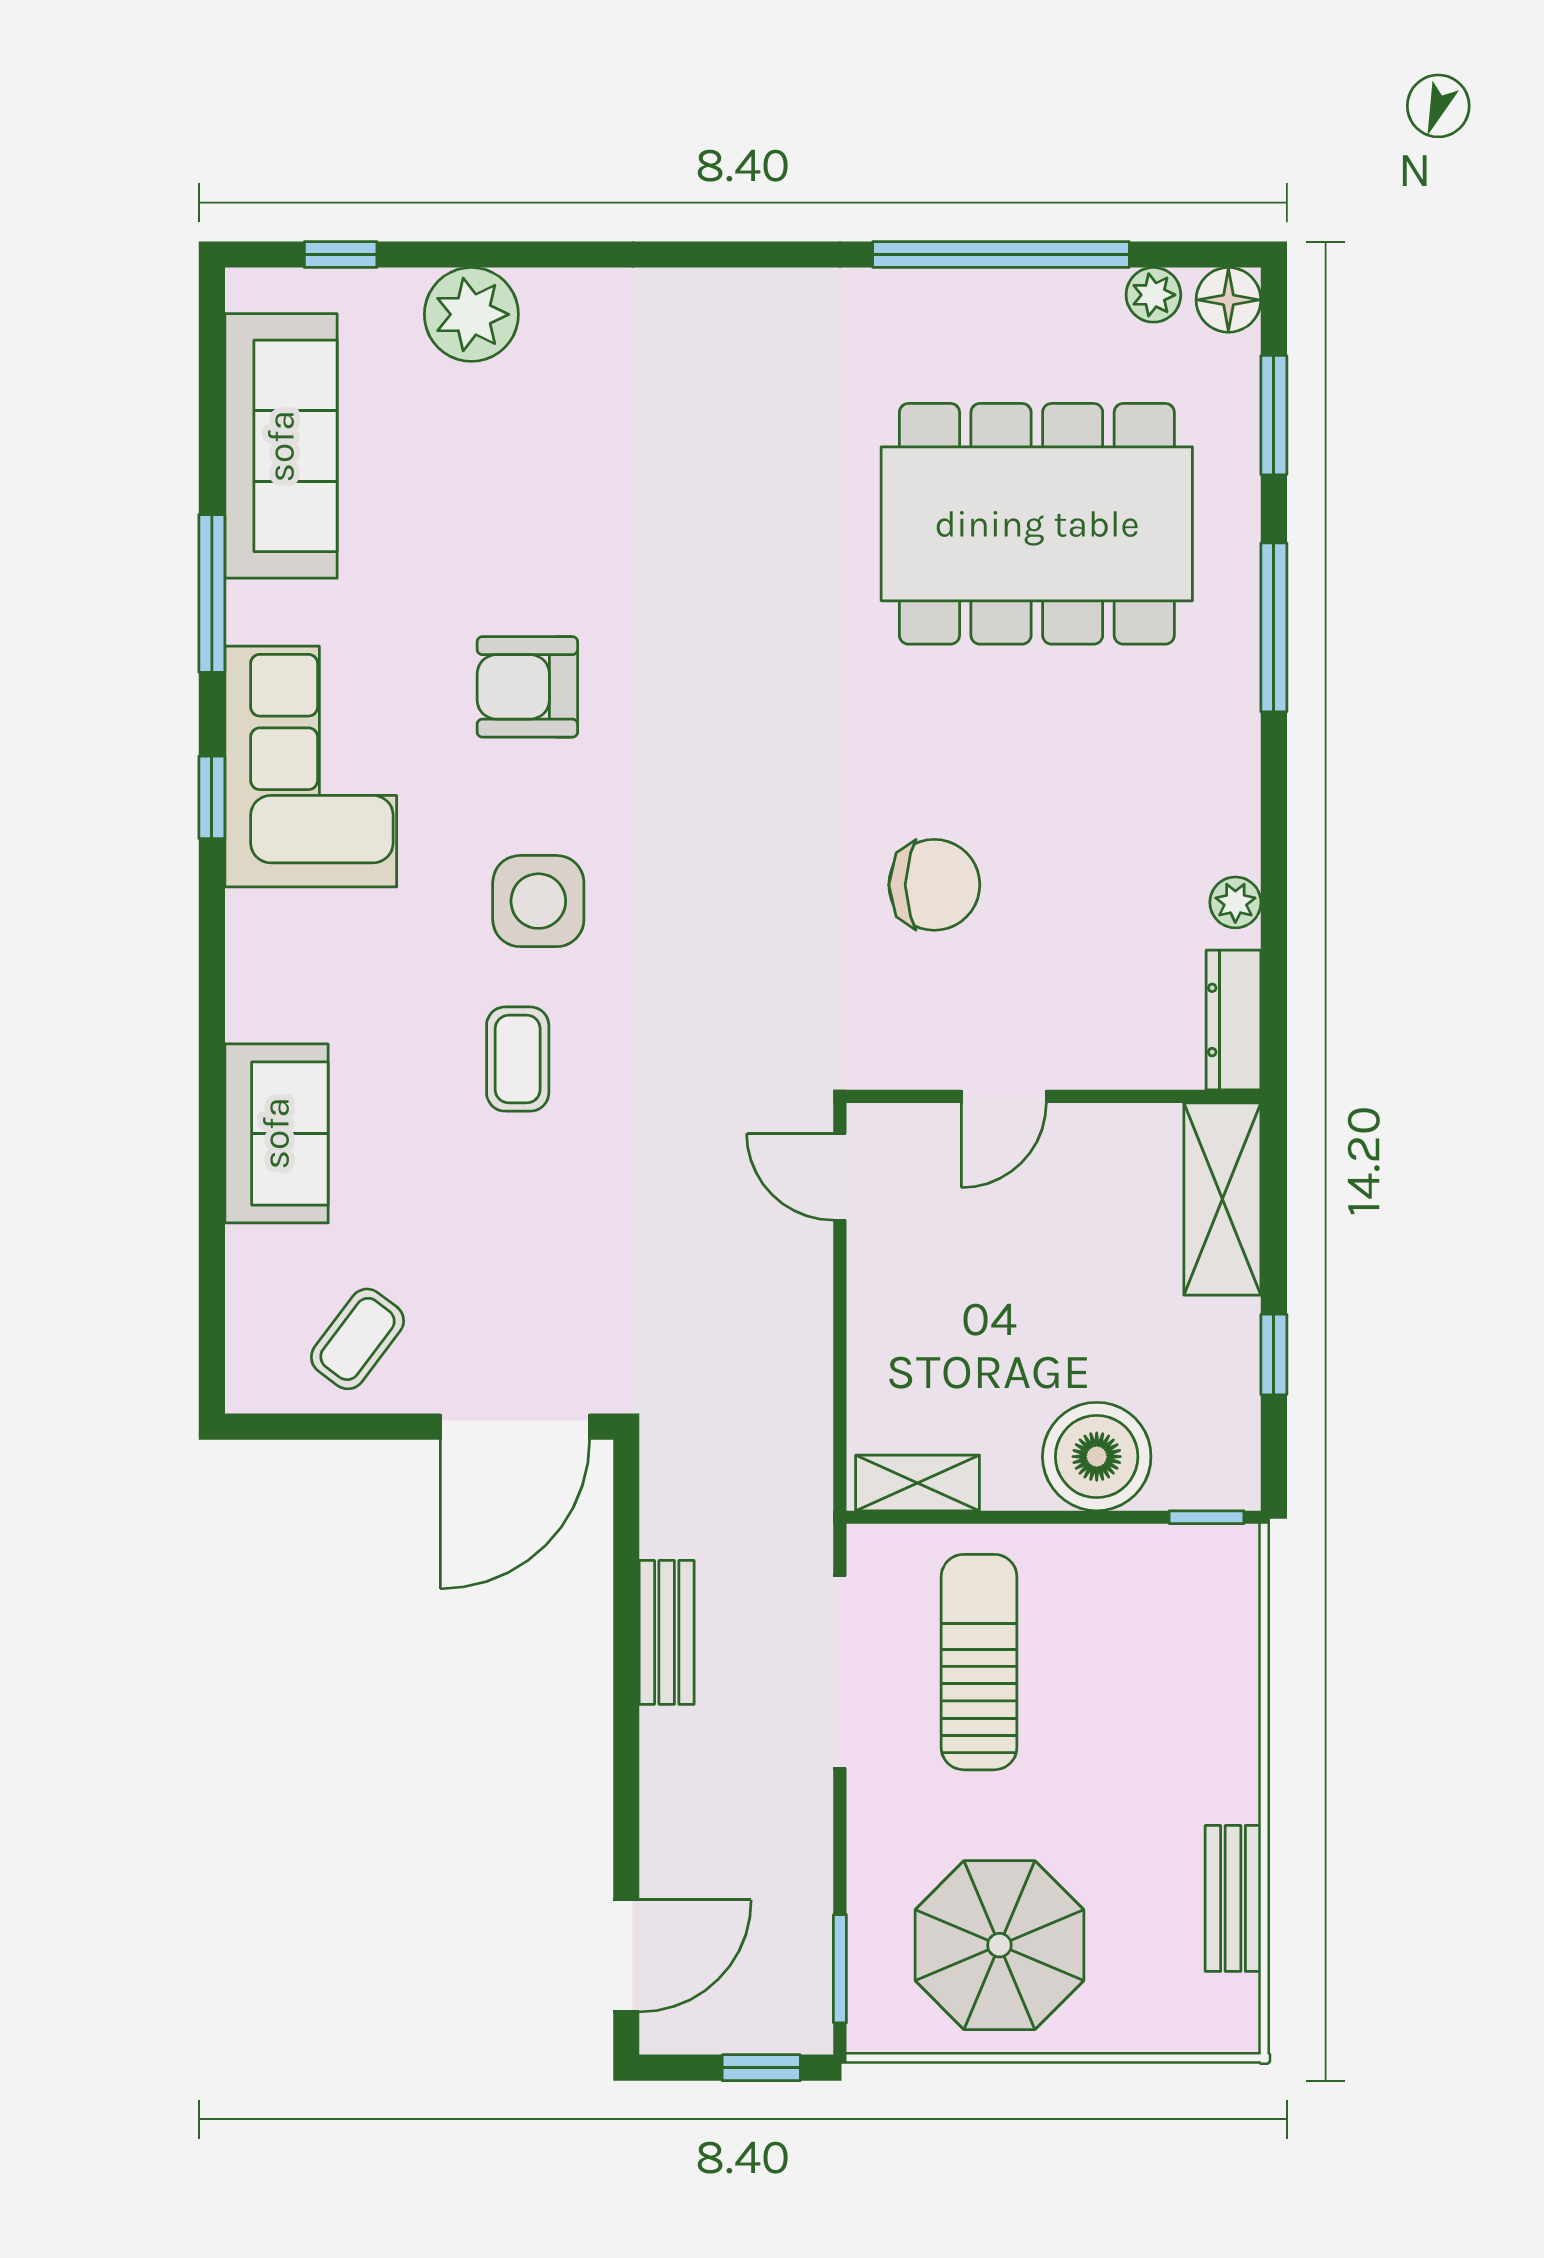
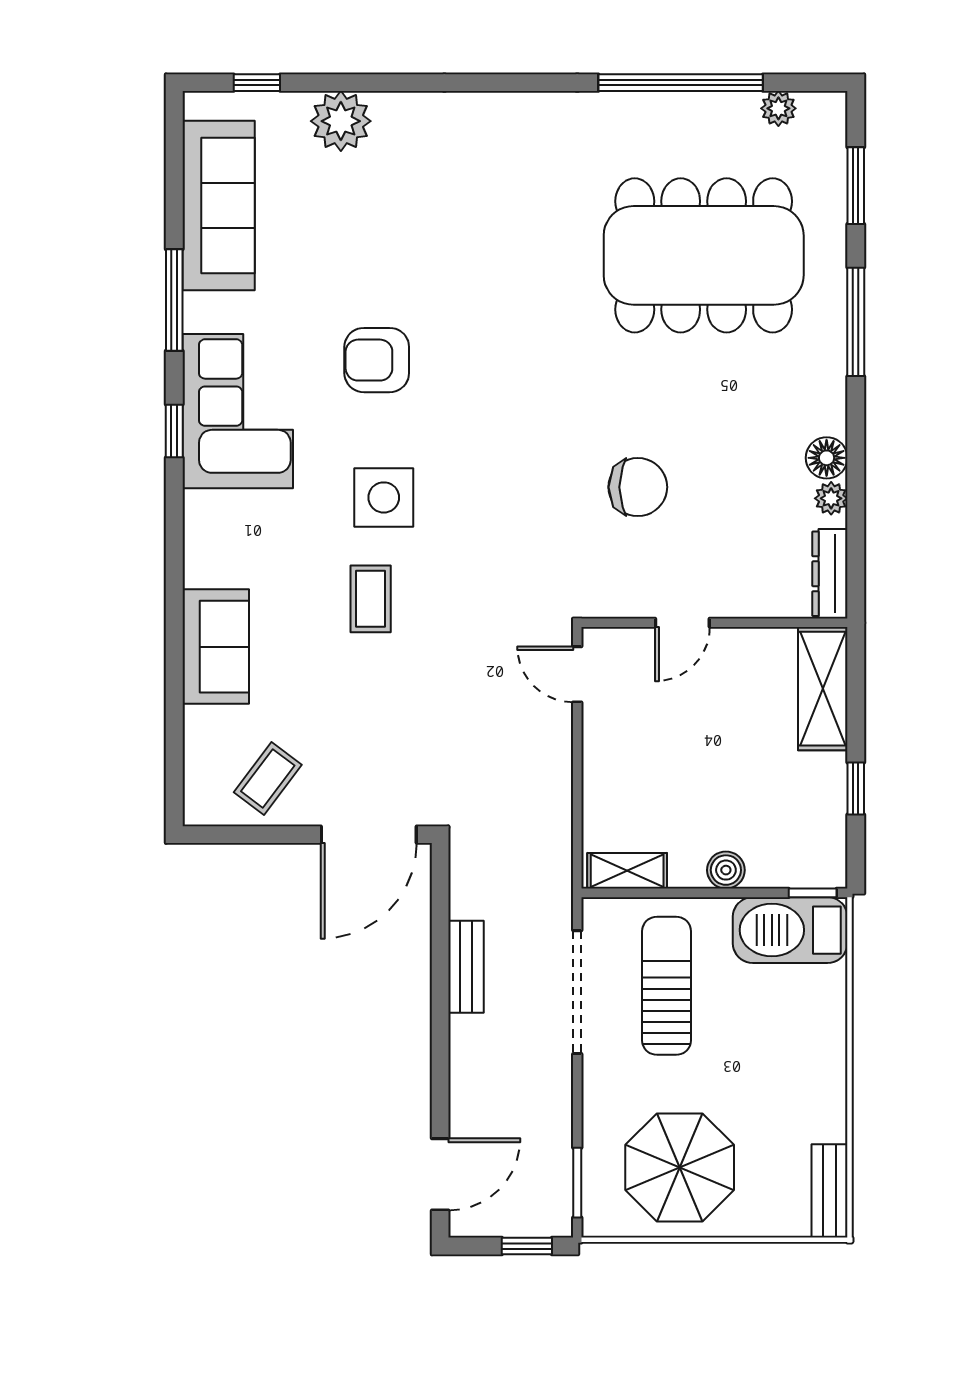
floor lamp: (1228, 300) -> (827, 458), moved
boiler: (1097, 1457) -> (726, 870), width x0.54, depth x0.54
barbecue: (1172, 1575) -> (790, 930), added
bench: (1233, 1898) -> (830, 1191), moved

